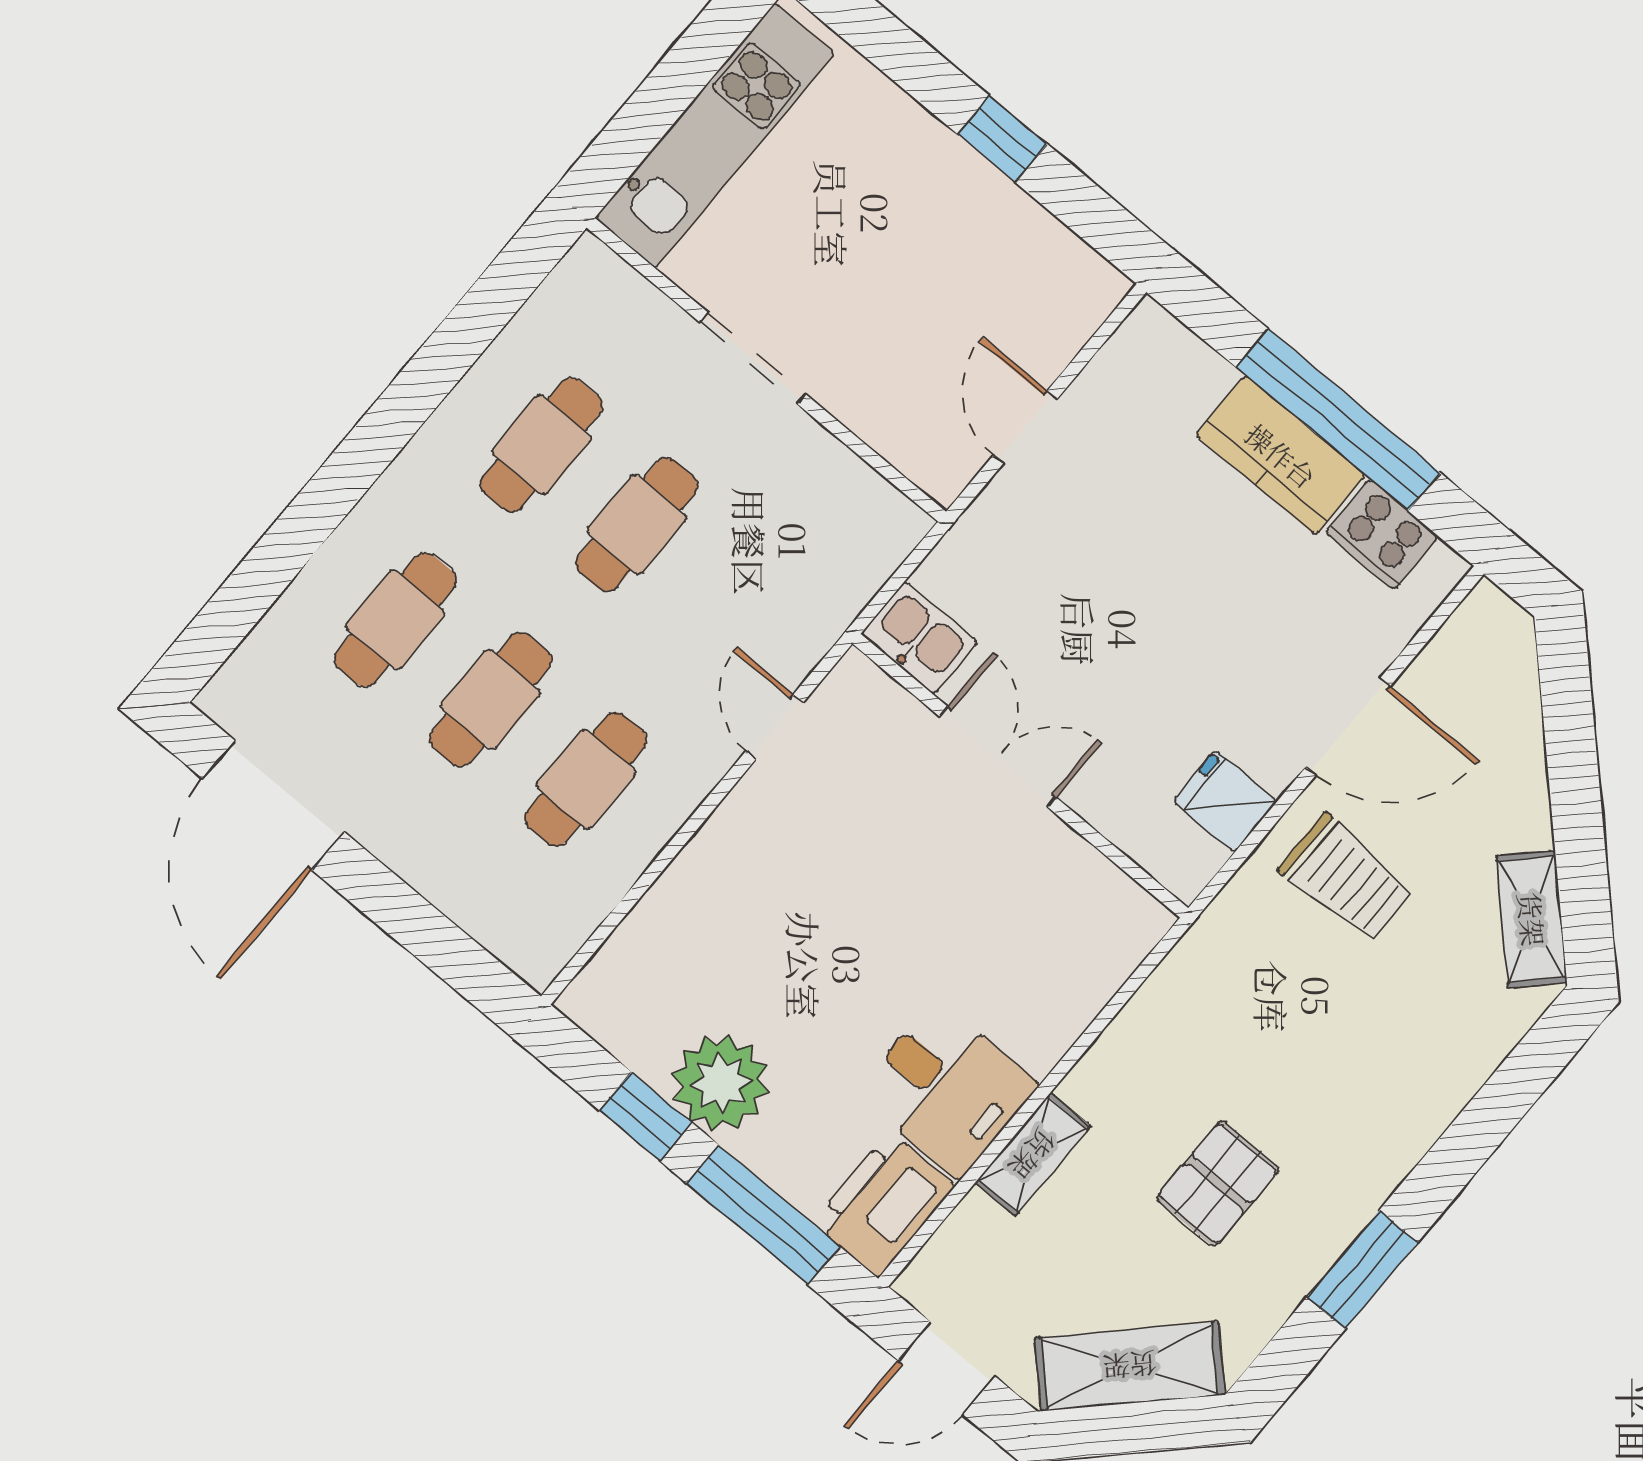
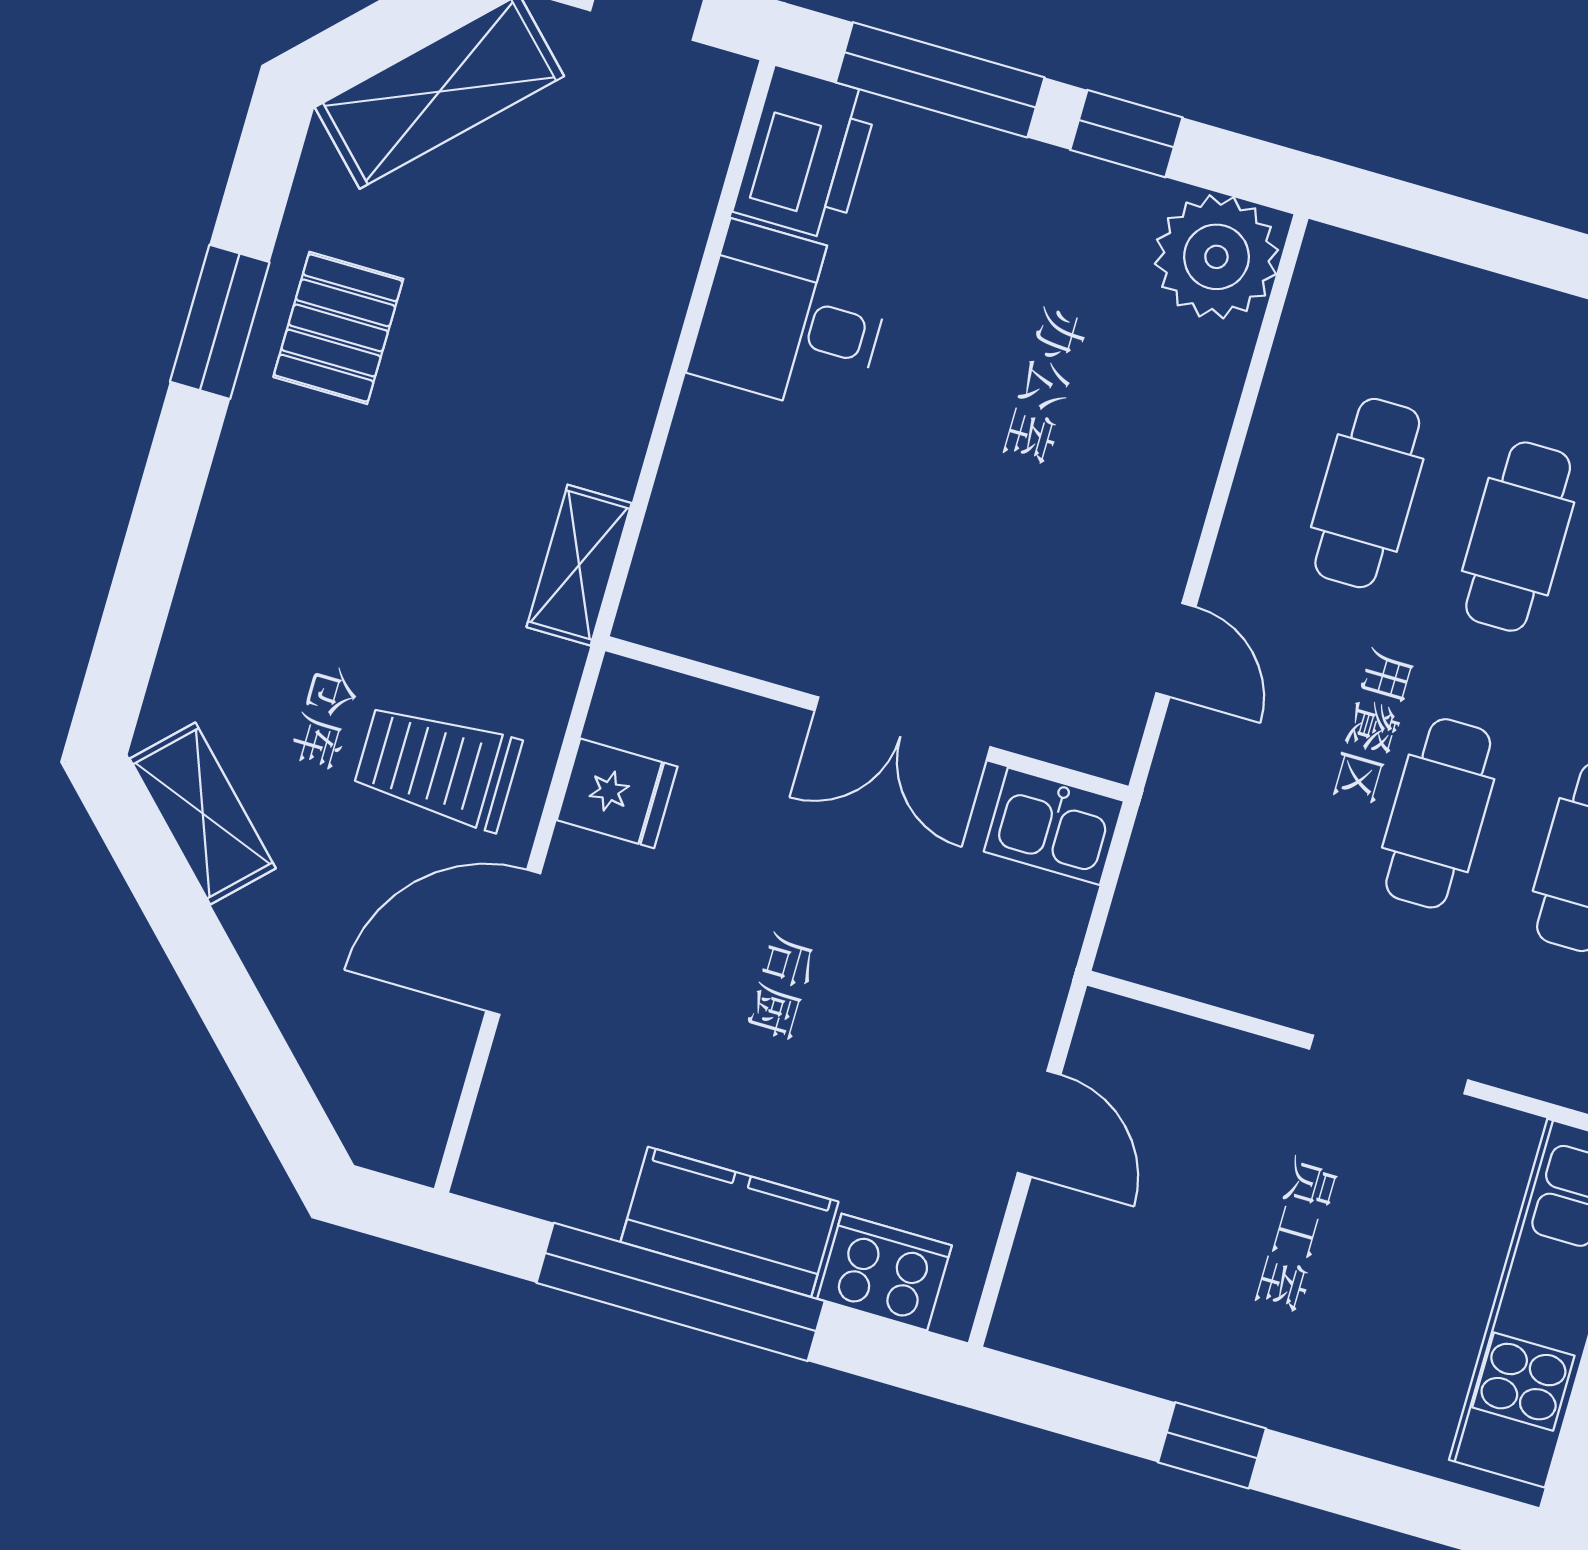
cooker: (1382, 535) -> (884, 1272), moved
plant: (721, 1083) -> (1216, 257), moved
shelving: (1033, 1154) -> (579, 565), moved
pallet: (1218, 1183) -> (338, 328), moved

